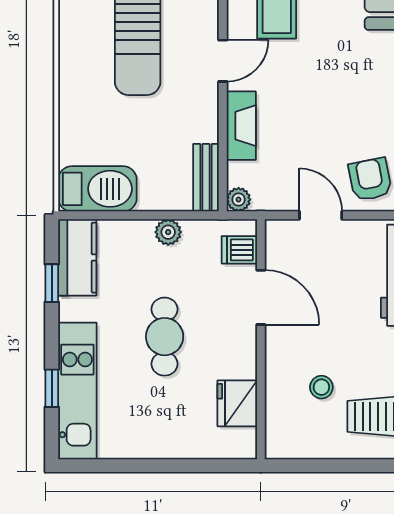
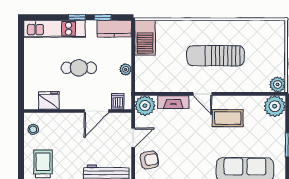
bench: (206, 178) -> (150, 86), removed
plant: (239, 200) -> (145, 106), width x1.87, depth x1.87
stool: (321, 387) -> (33, 129), moved
window: (52, 388) -> (77, 17), moved

